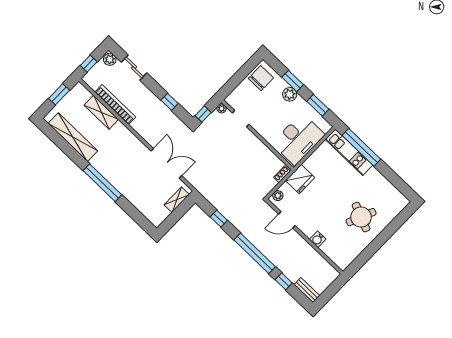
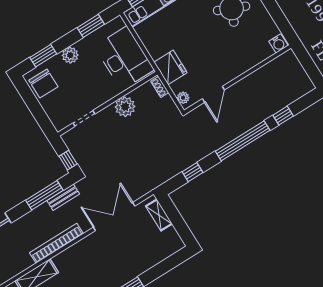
chair: (261, 78) -> (43, 84), turned 180
window: (293, 81) -> (43, 56), moved
window: (170, 102) -> (44, 195), width x2.17
bookcase: (115, 105) -> (56, 243), moved
plant: (222, 108) -> (125, 107), moved, width x1.88, depth x1.88
water cooler: (318, 239) -> (278, 43), moved
bench: (307, 290) -> (63, 197), moved

